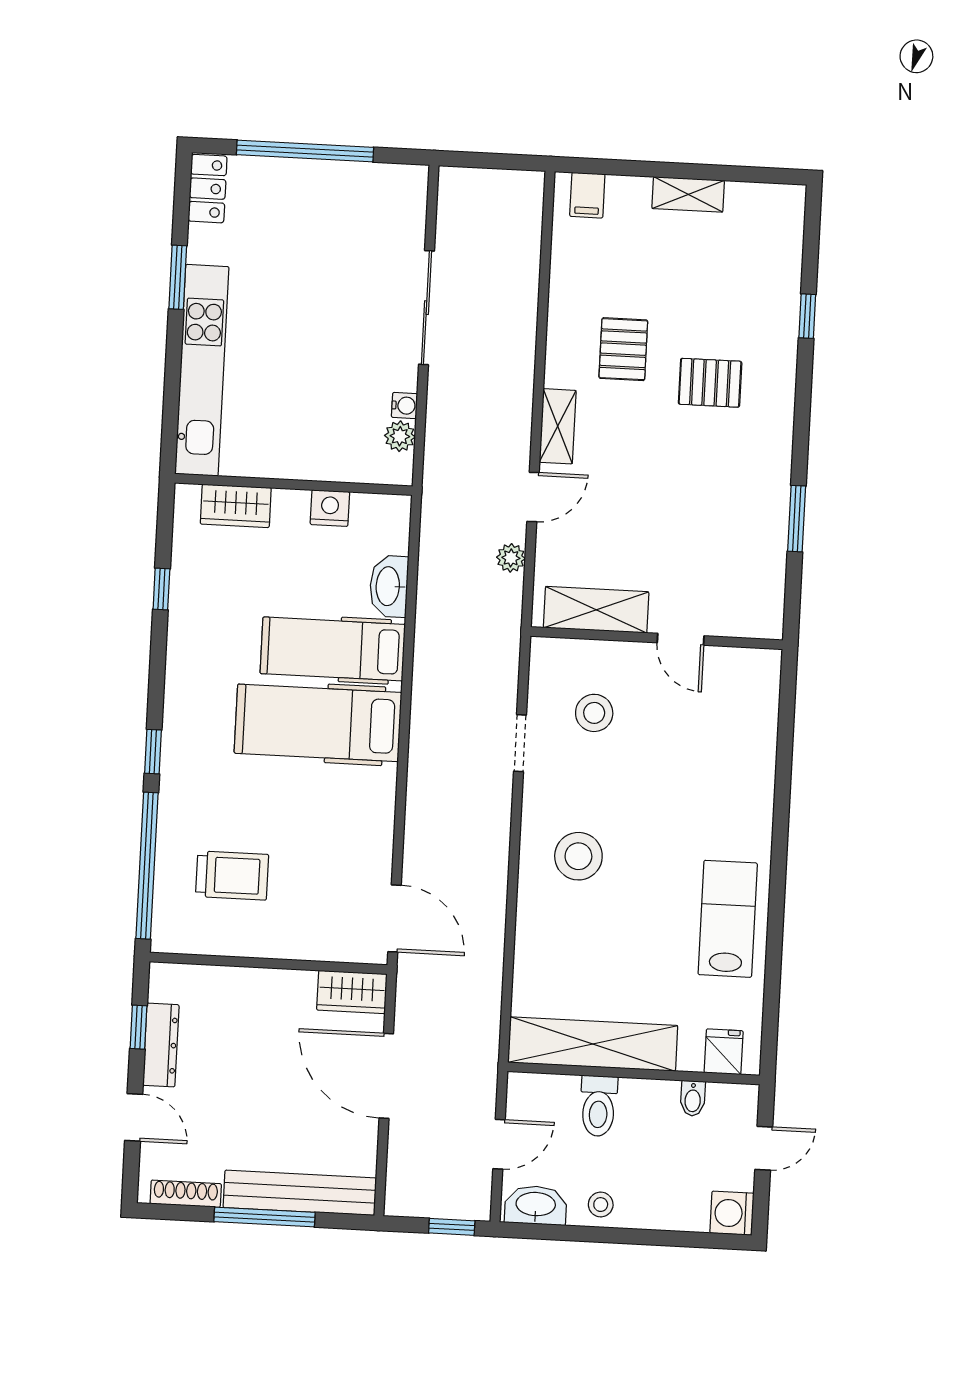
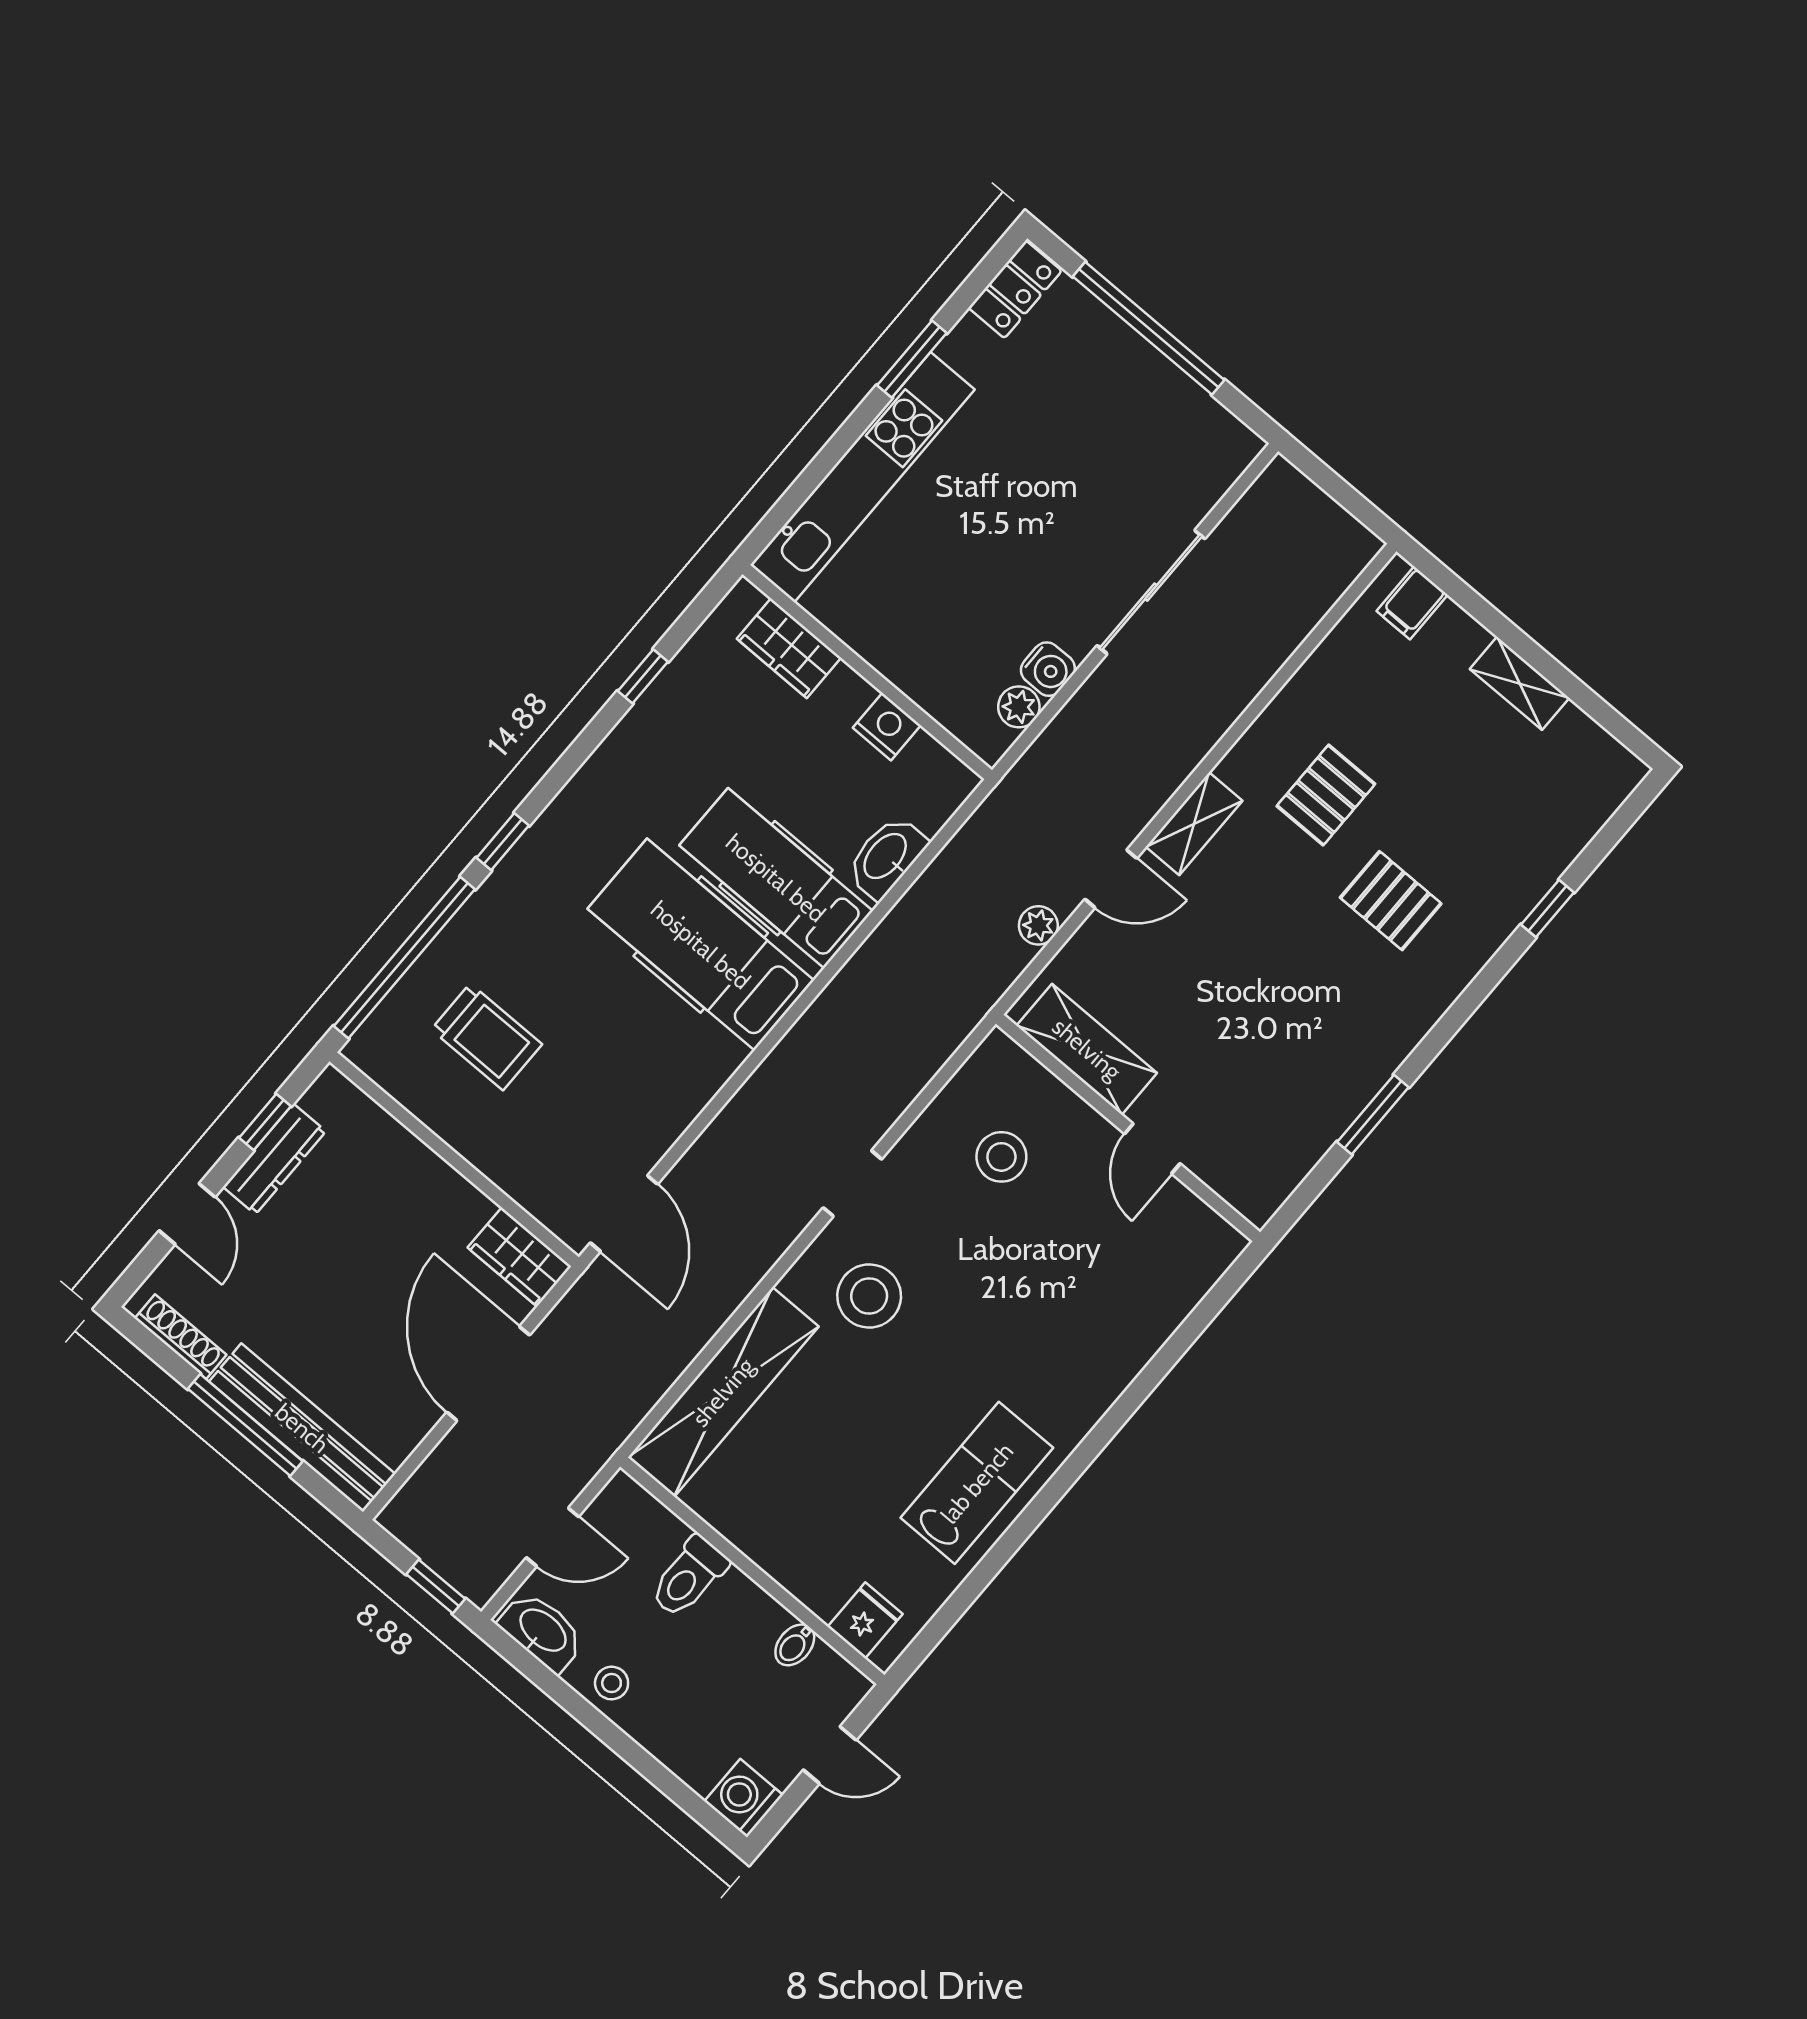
water cooler: (404, 406) -> (1048, 669), width x1.38, depth x1.38
doorway: (520, 743) -> (852, 1183), moved
shelving: (593, 1044) -> (723, 1392), moved, turned 90

